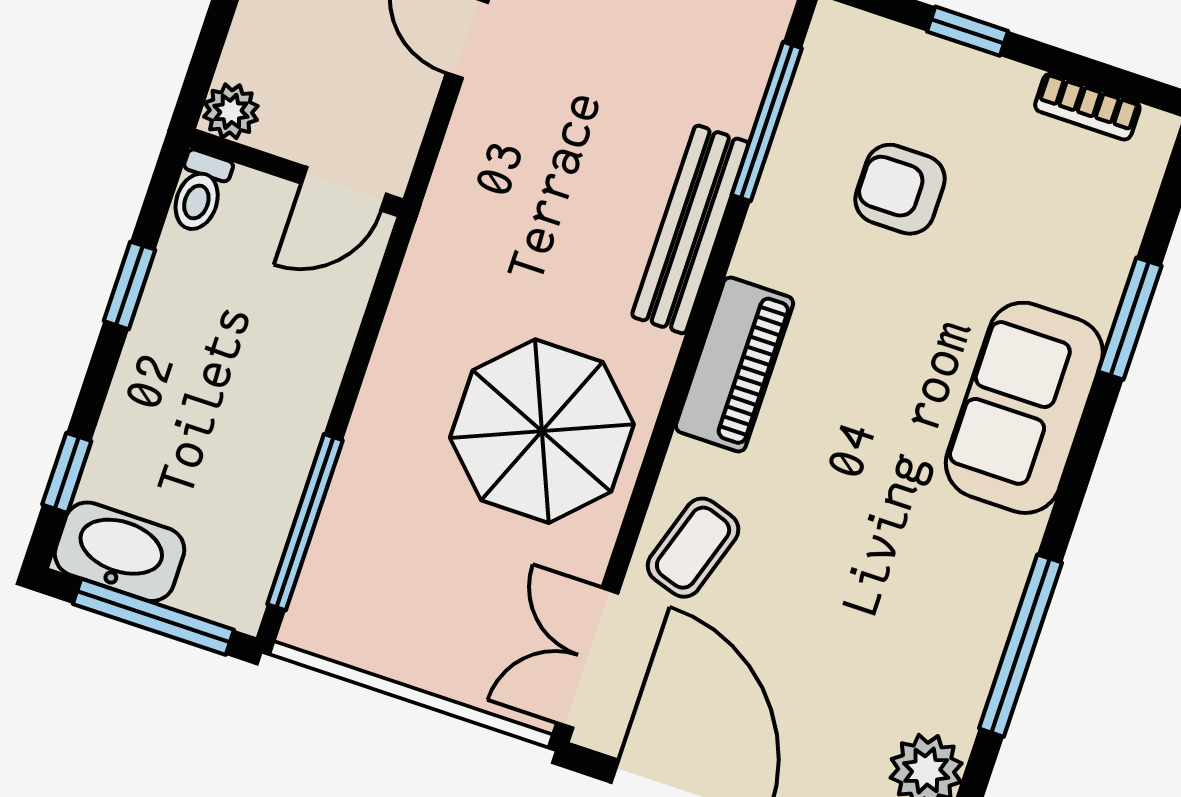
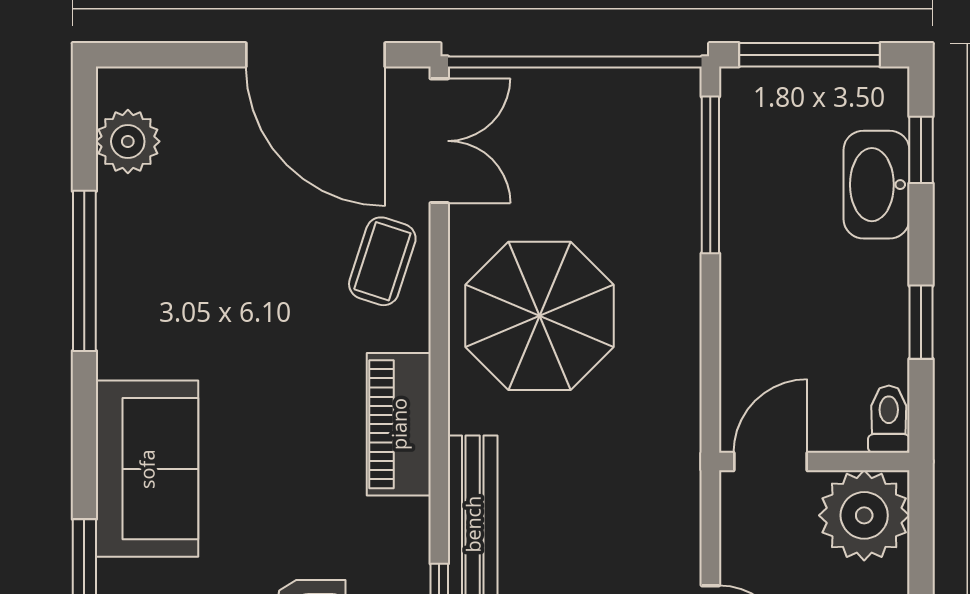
plant: (231, 111) -> (864, 515), width x1.87, depth x1.87
washbasin: (120, 552) -> (876, 185), moved, turned 90

